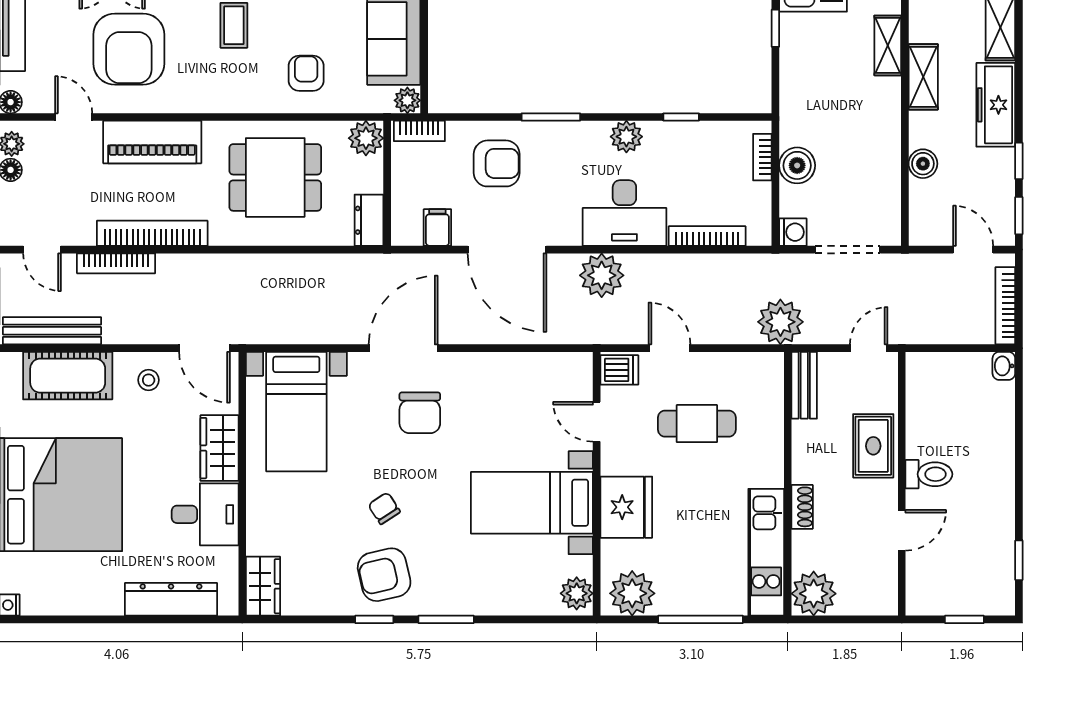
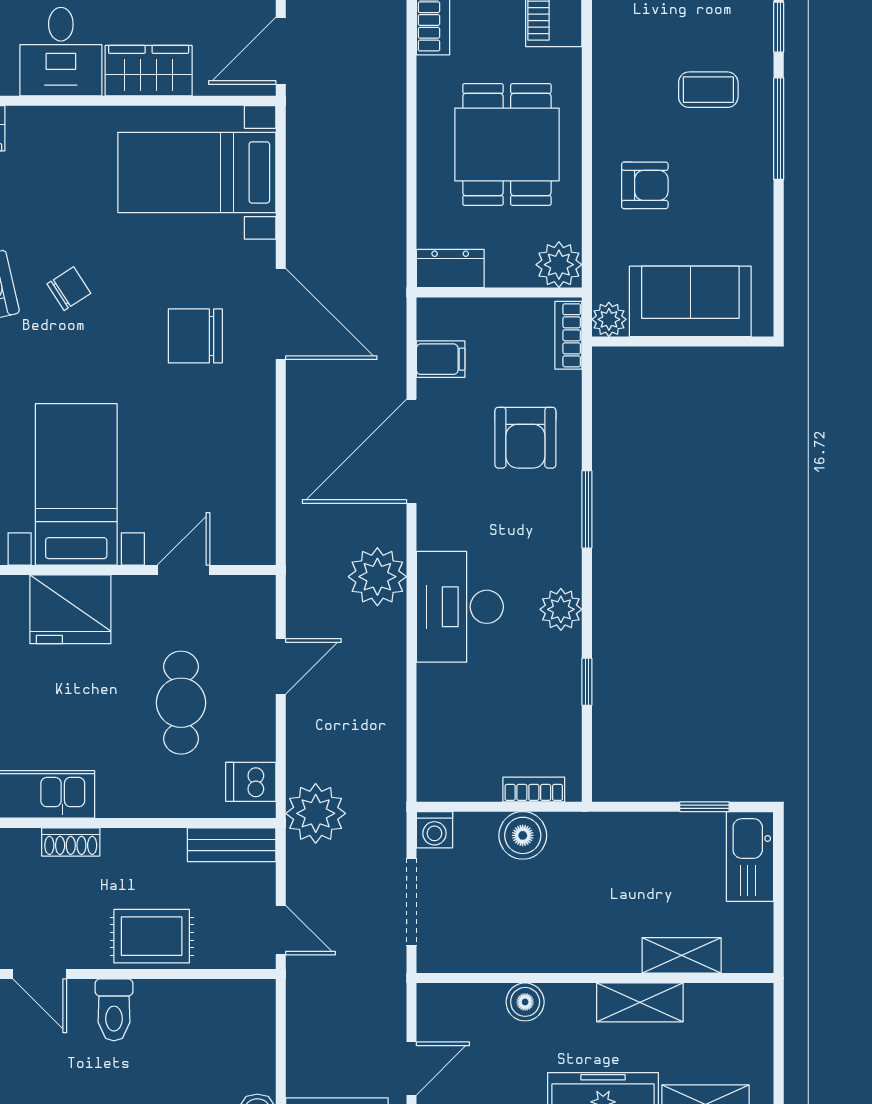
bookcase: (707, 236) -> (429, 716), removed
dishwasher: (619, 370) -> (251, 782), moved, turned 90

